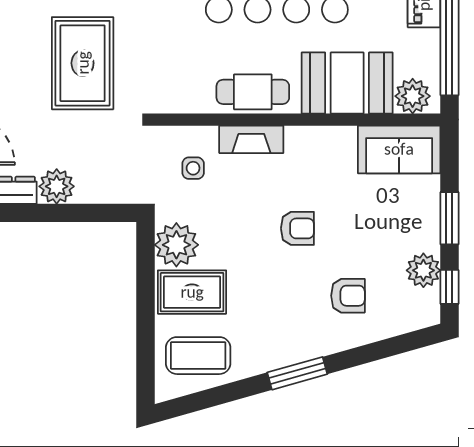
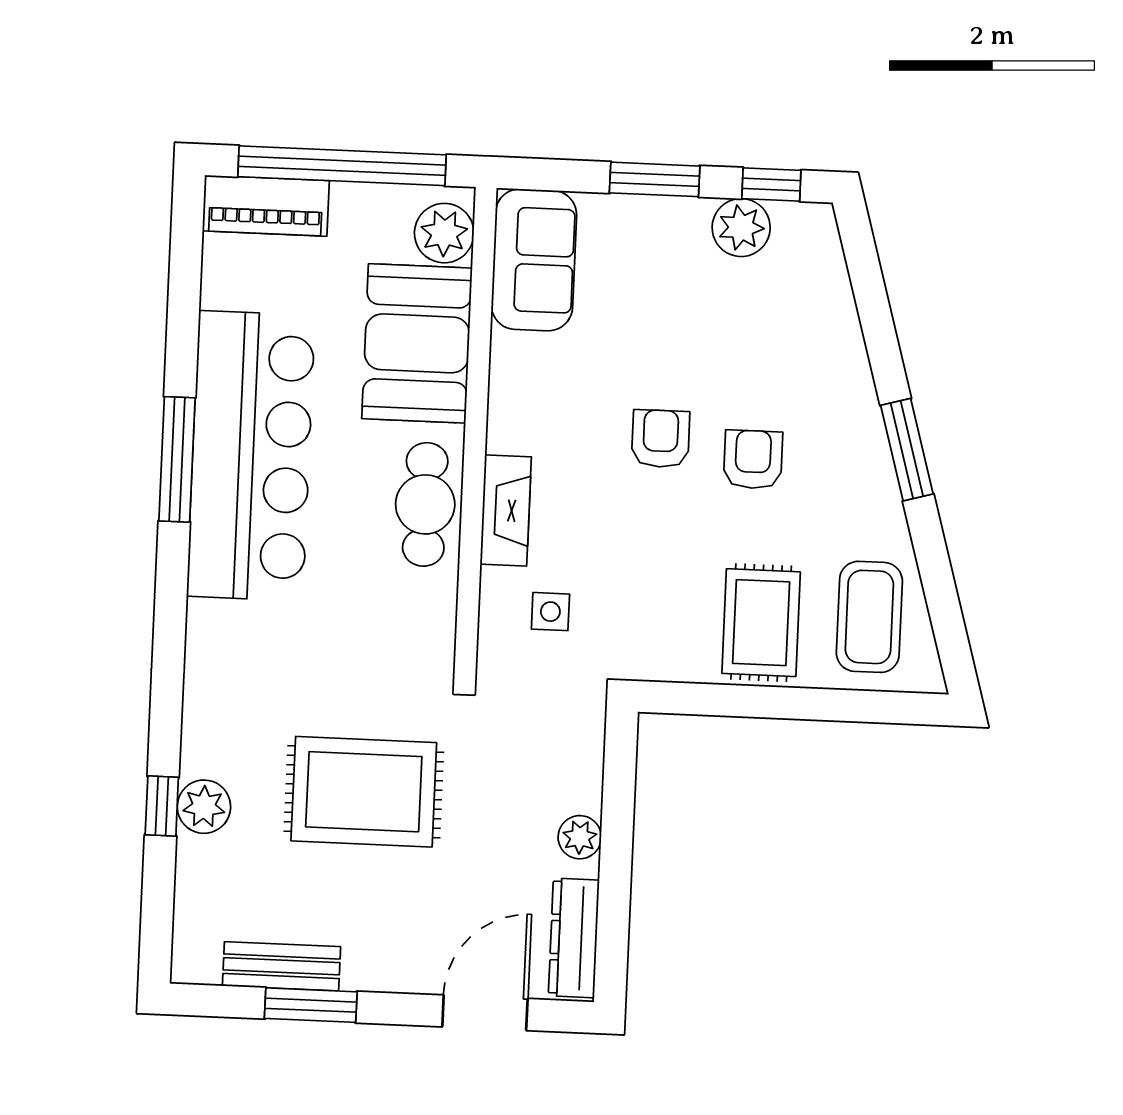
plant: (57, 186) -> (580, 837), width x0.73, depth x0.73
plant: (176, 245) -> (679, 646), removed
armchair: (348, 296) -> (753, 460), moved

